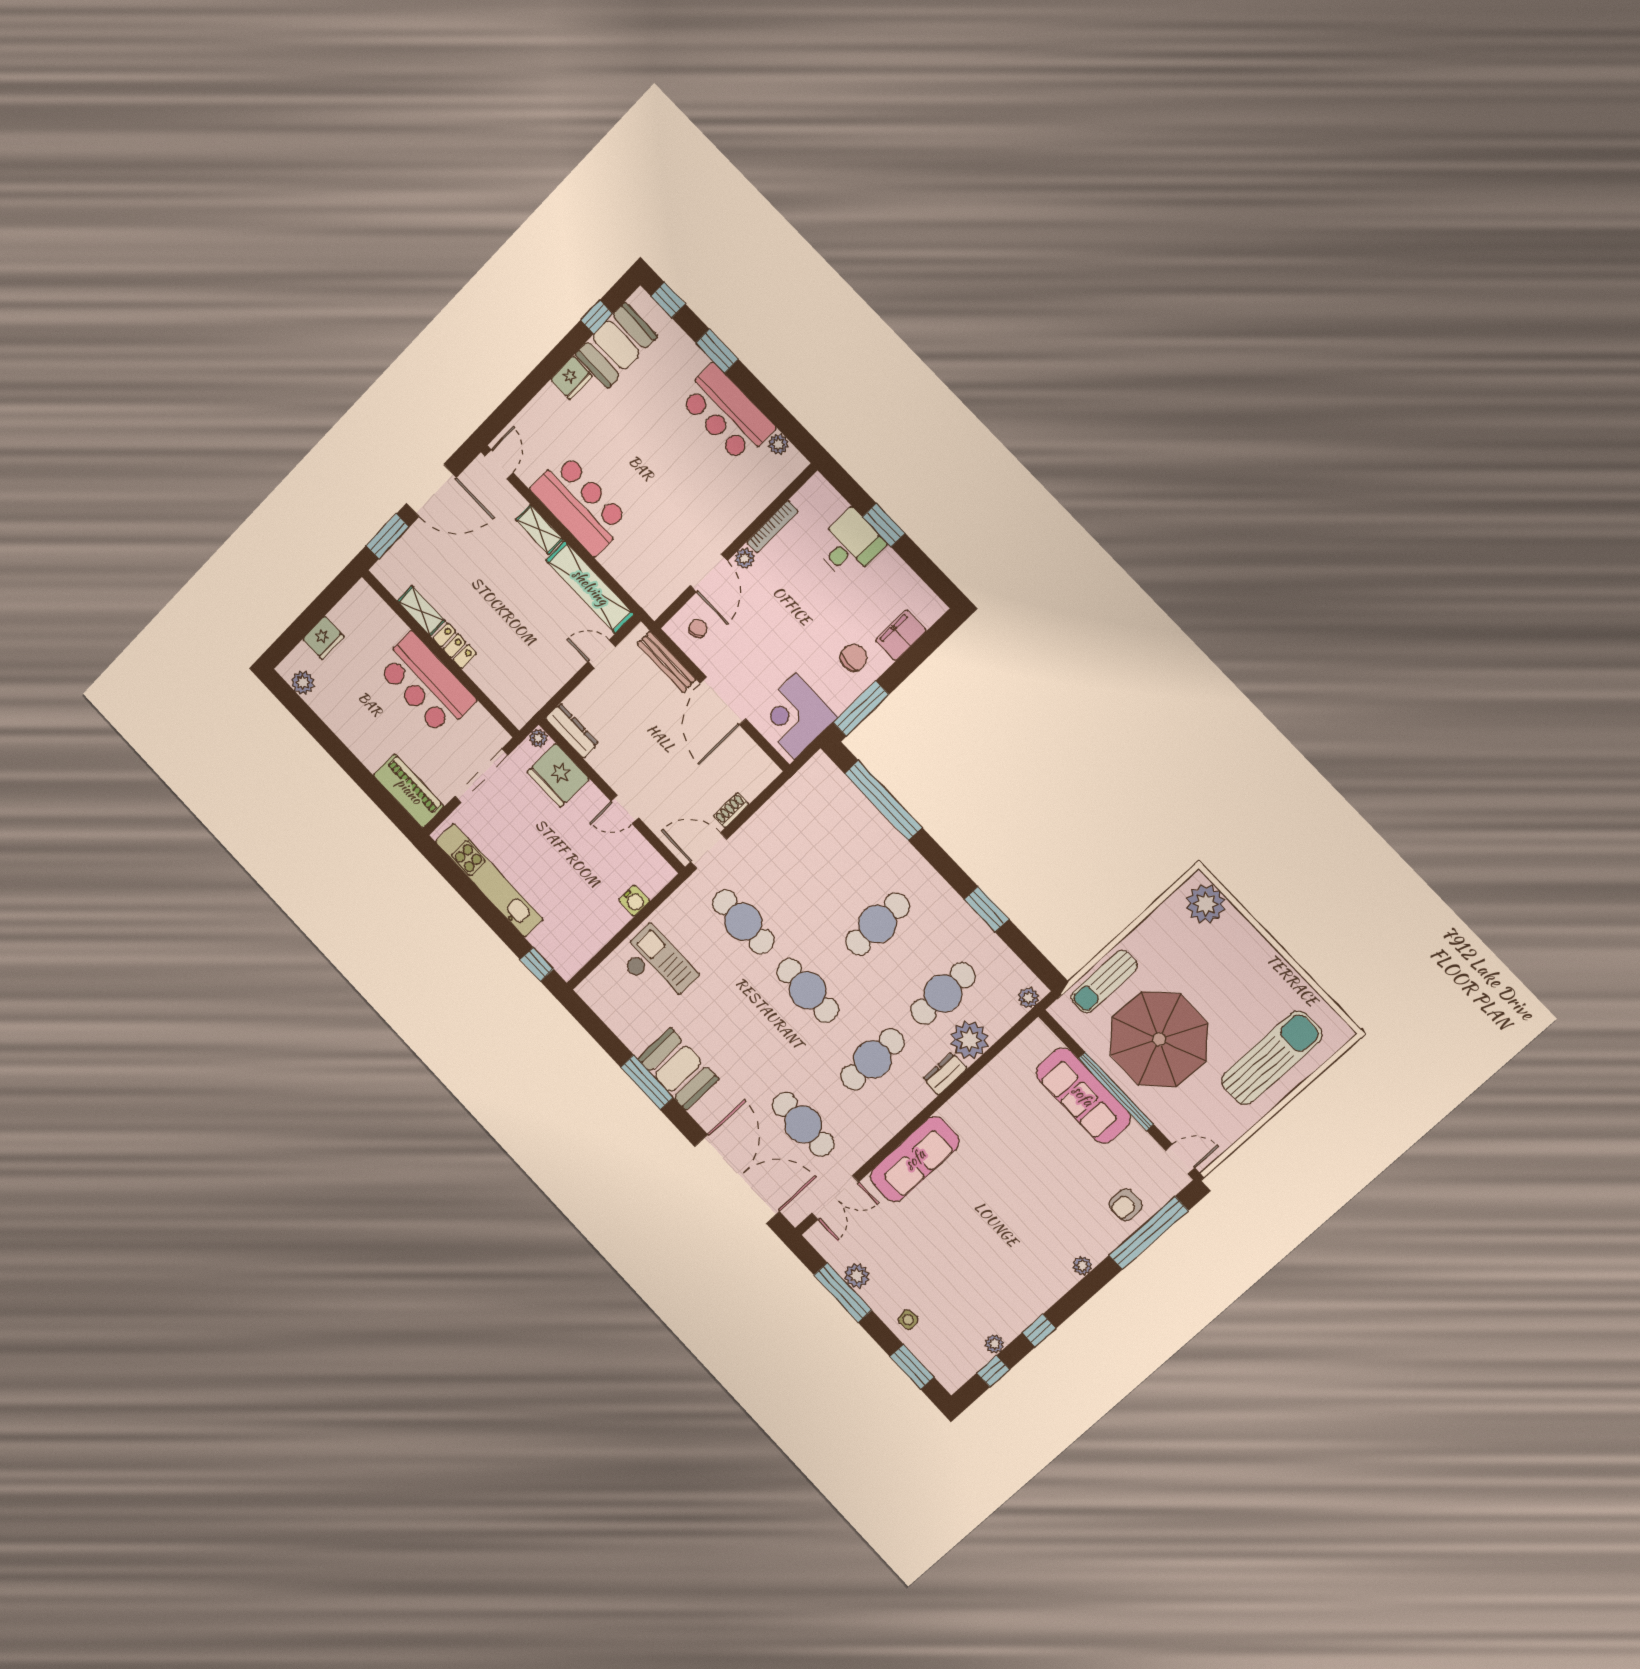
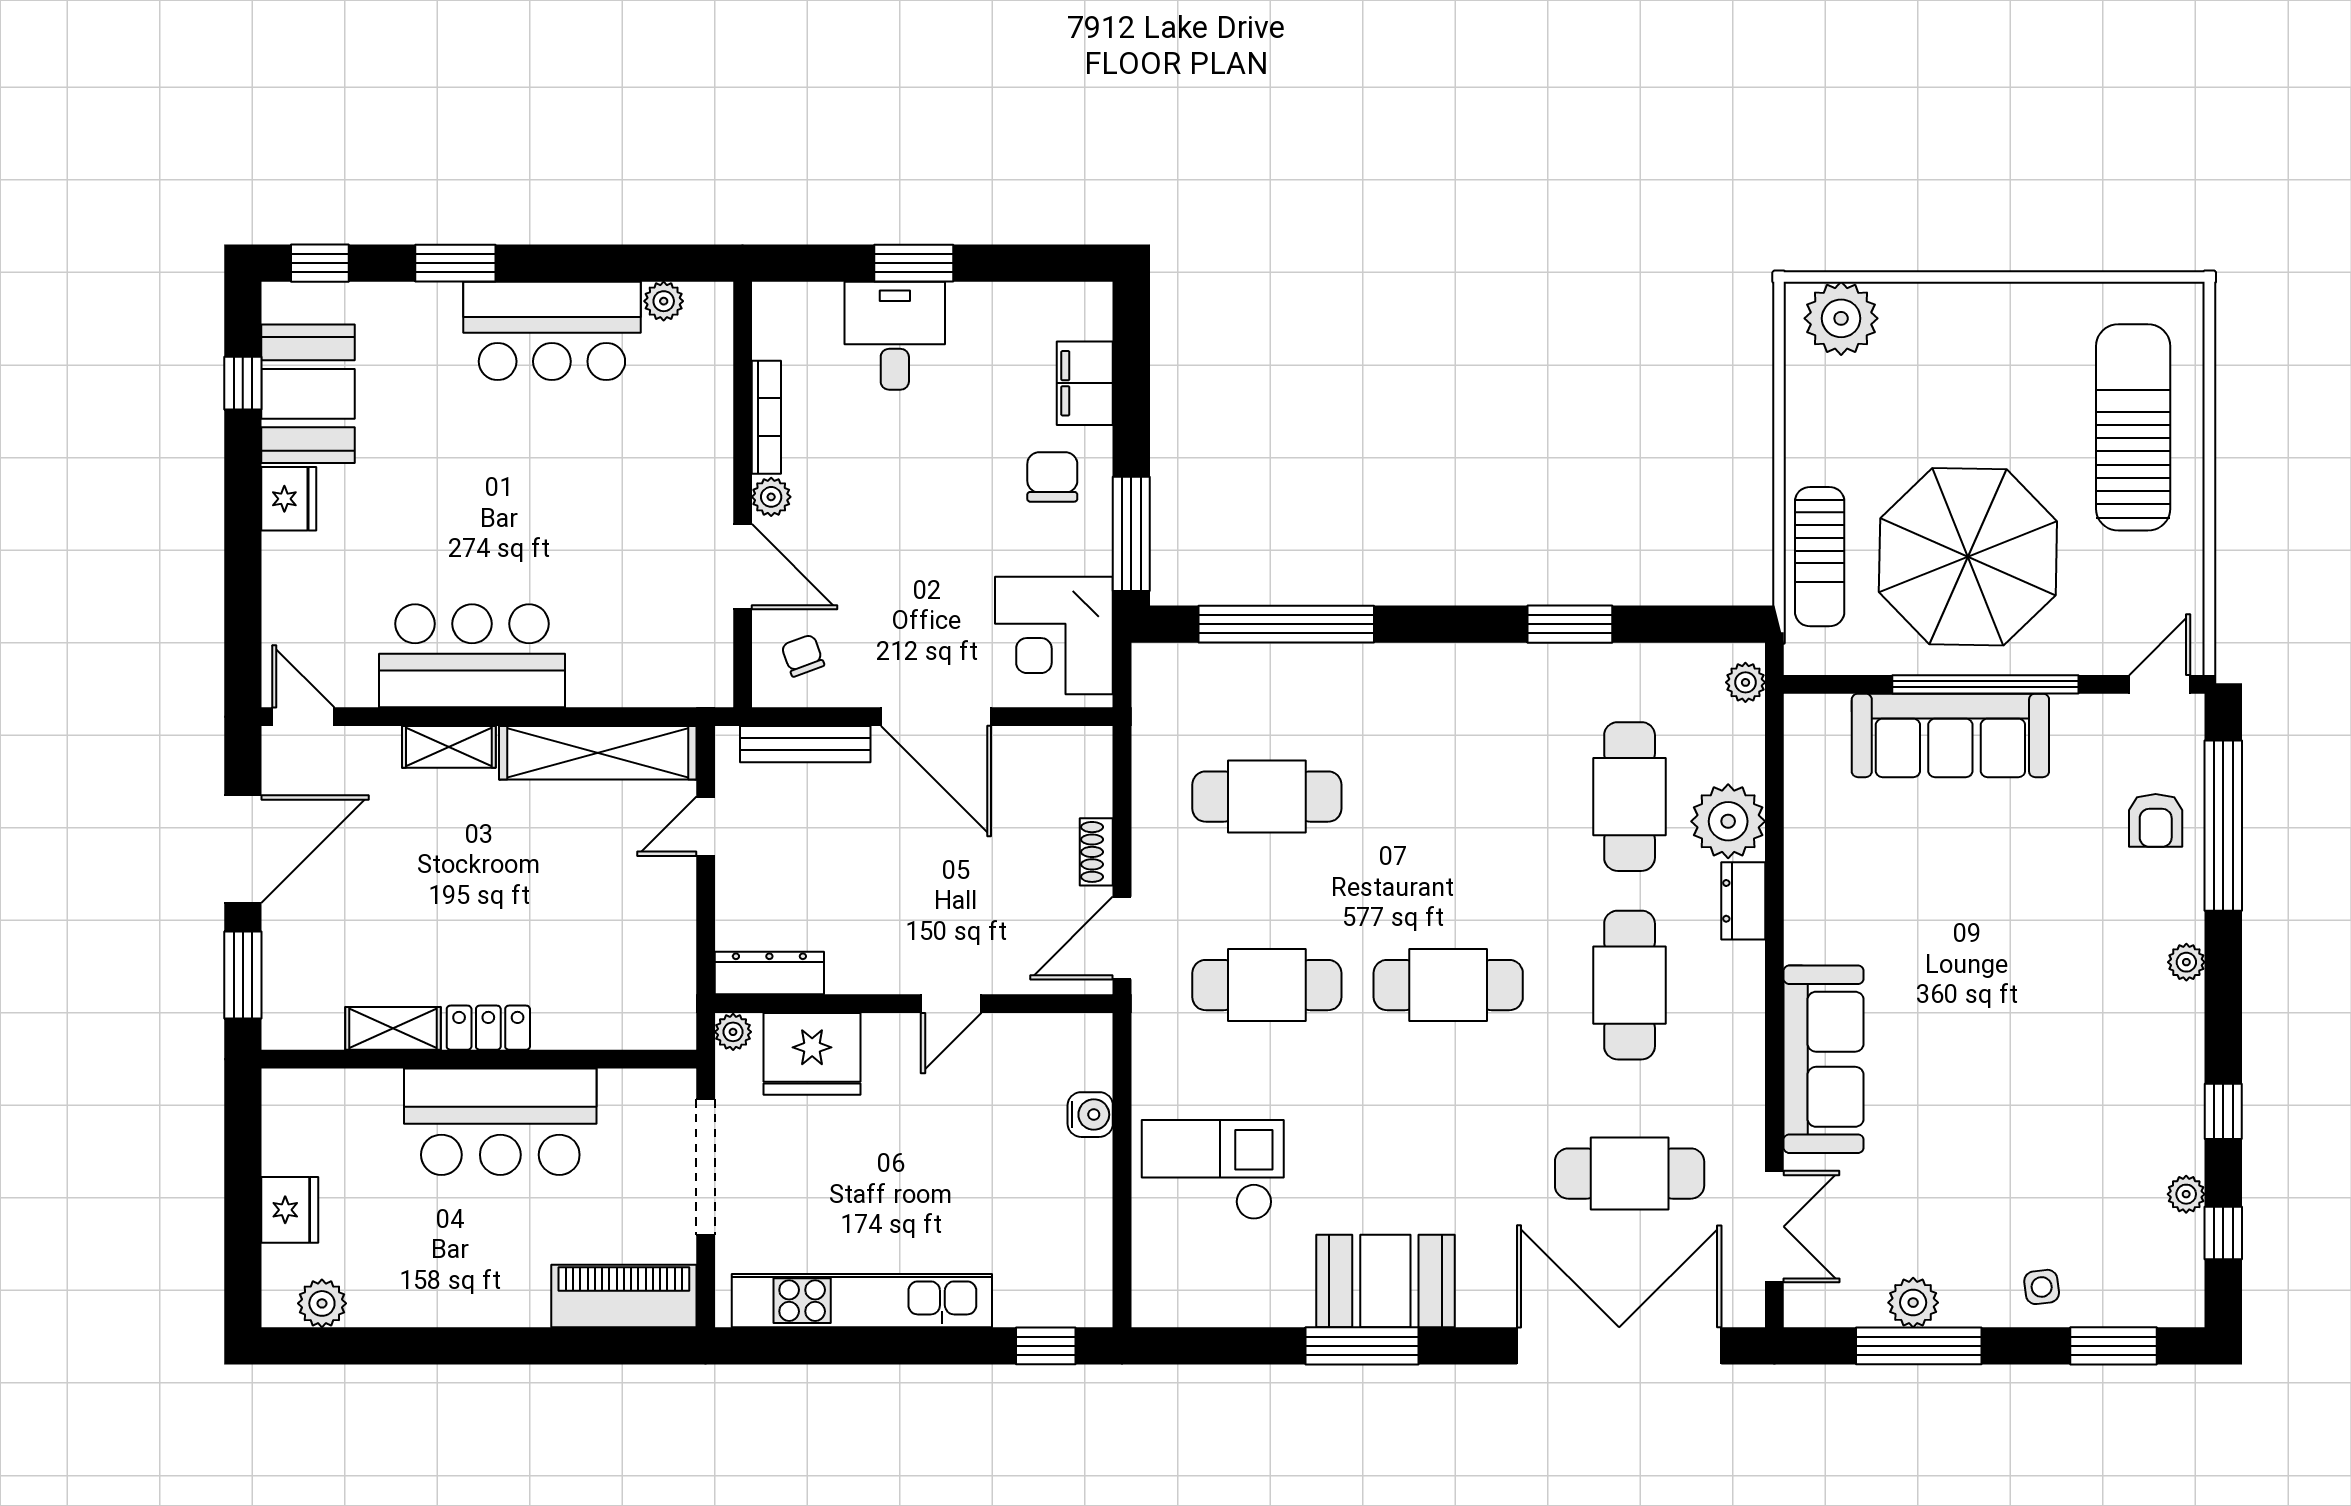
cafe table: (877, 924) -> (1267, 797), moved, turned 90

